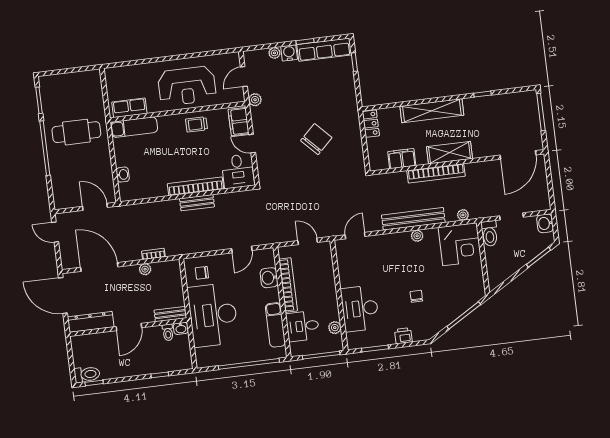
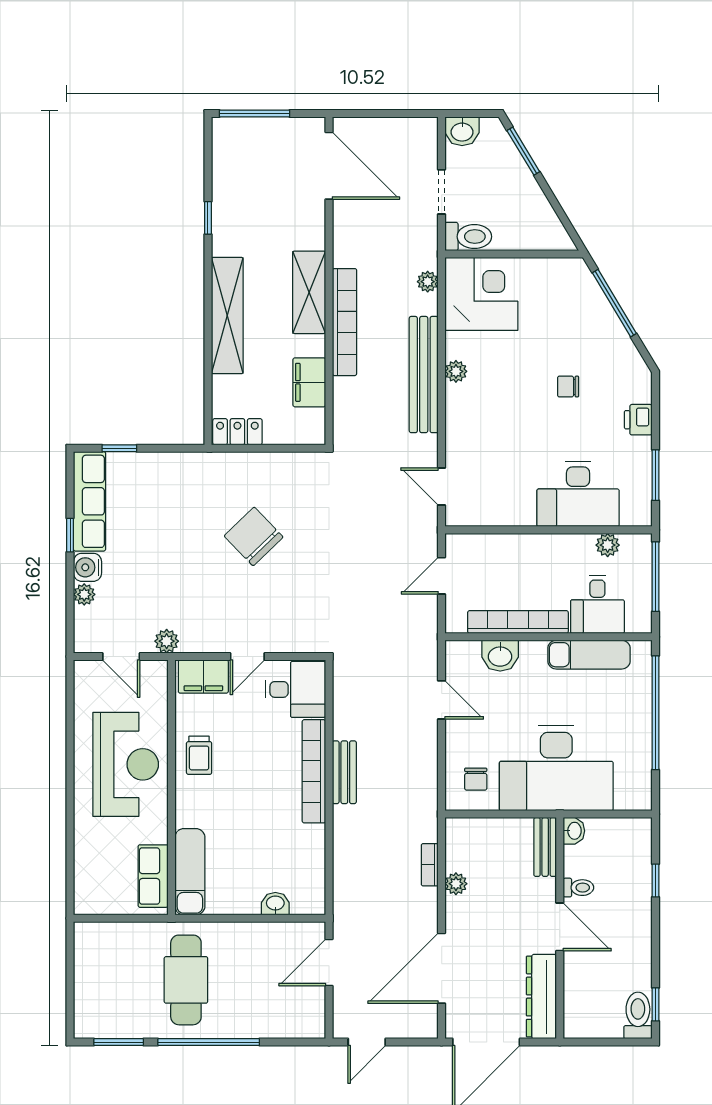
toilet: (168, 332) -> (578, 888), moved

